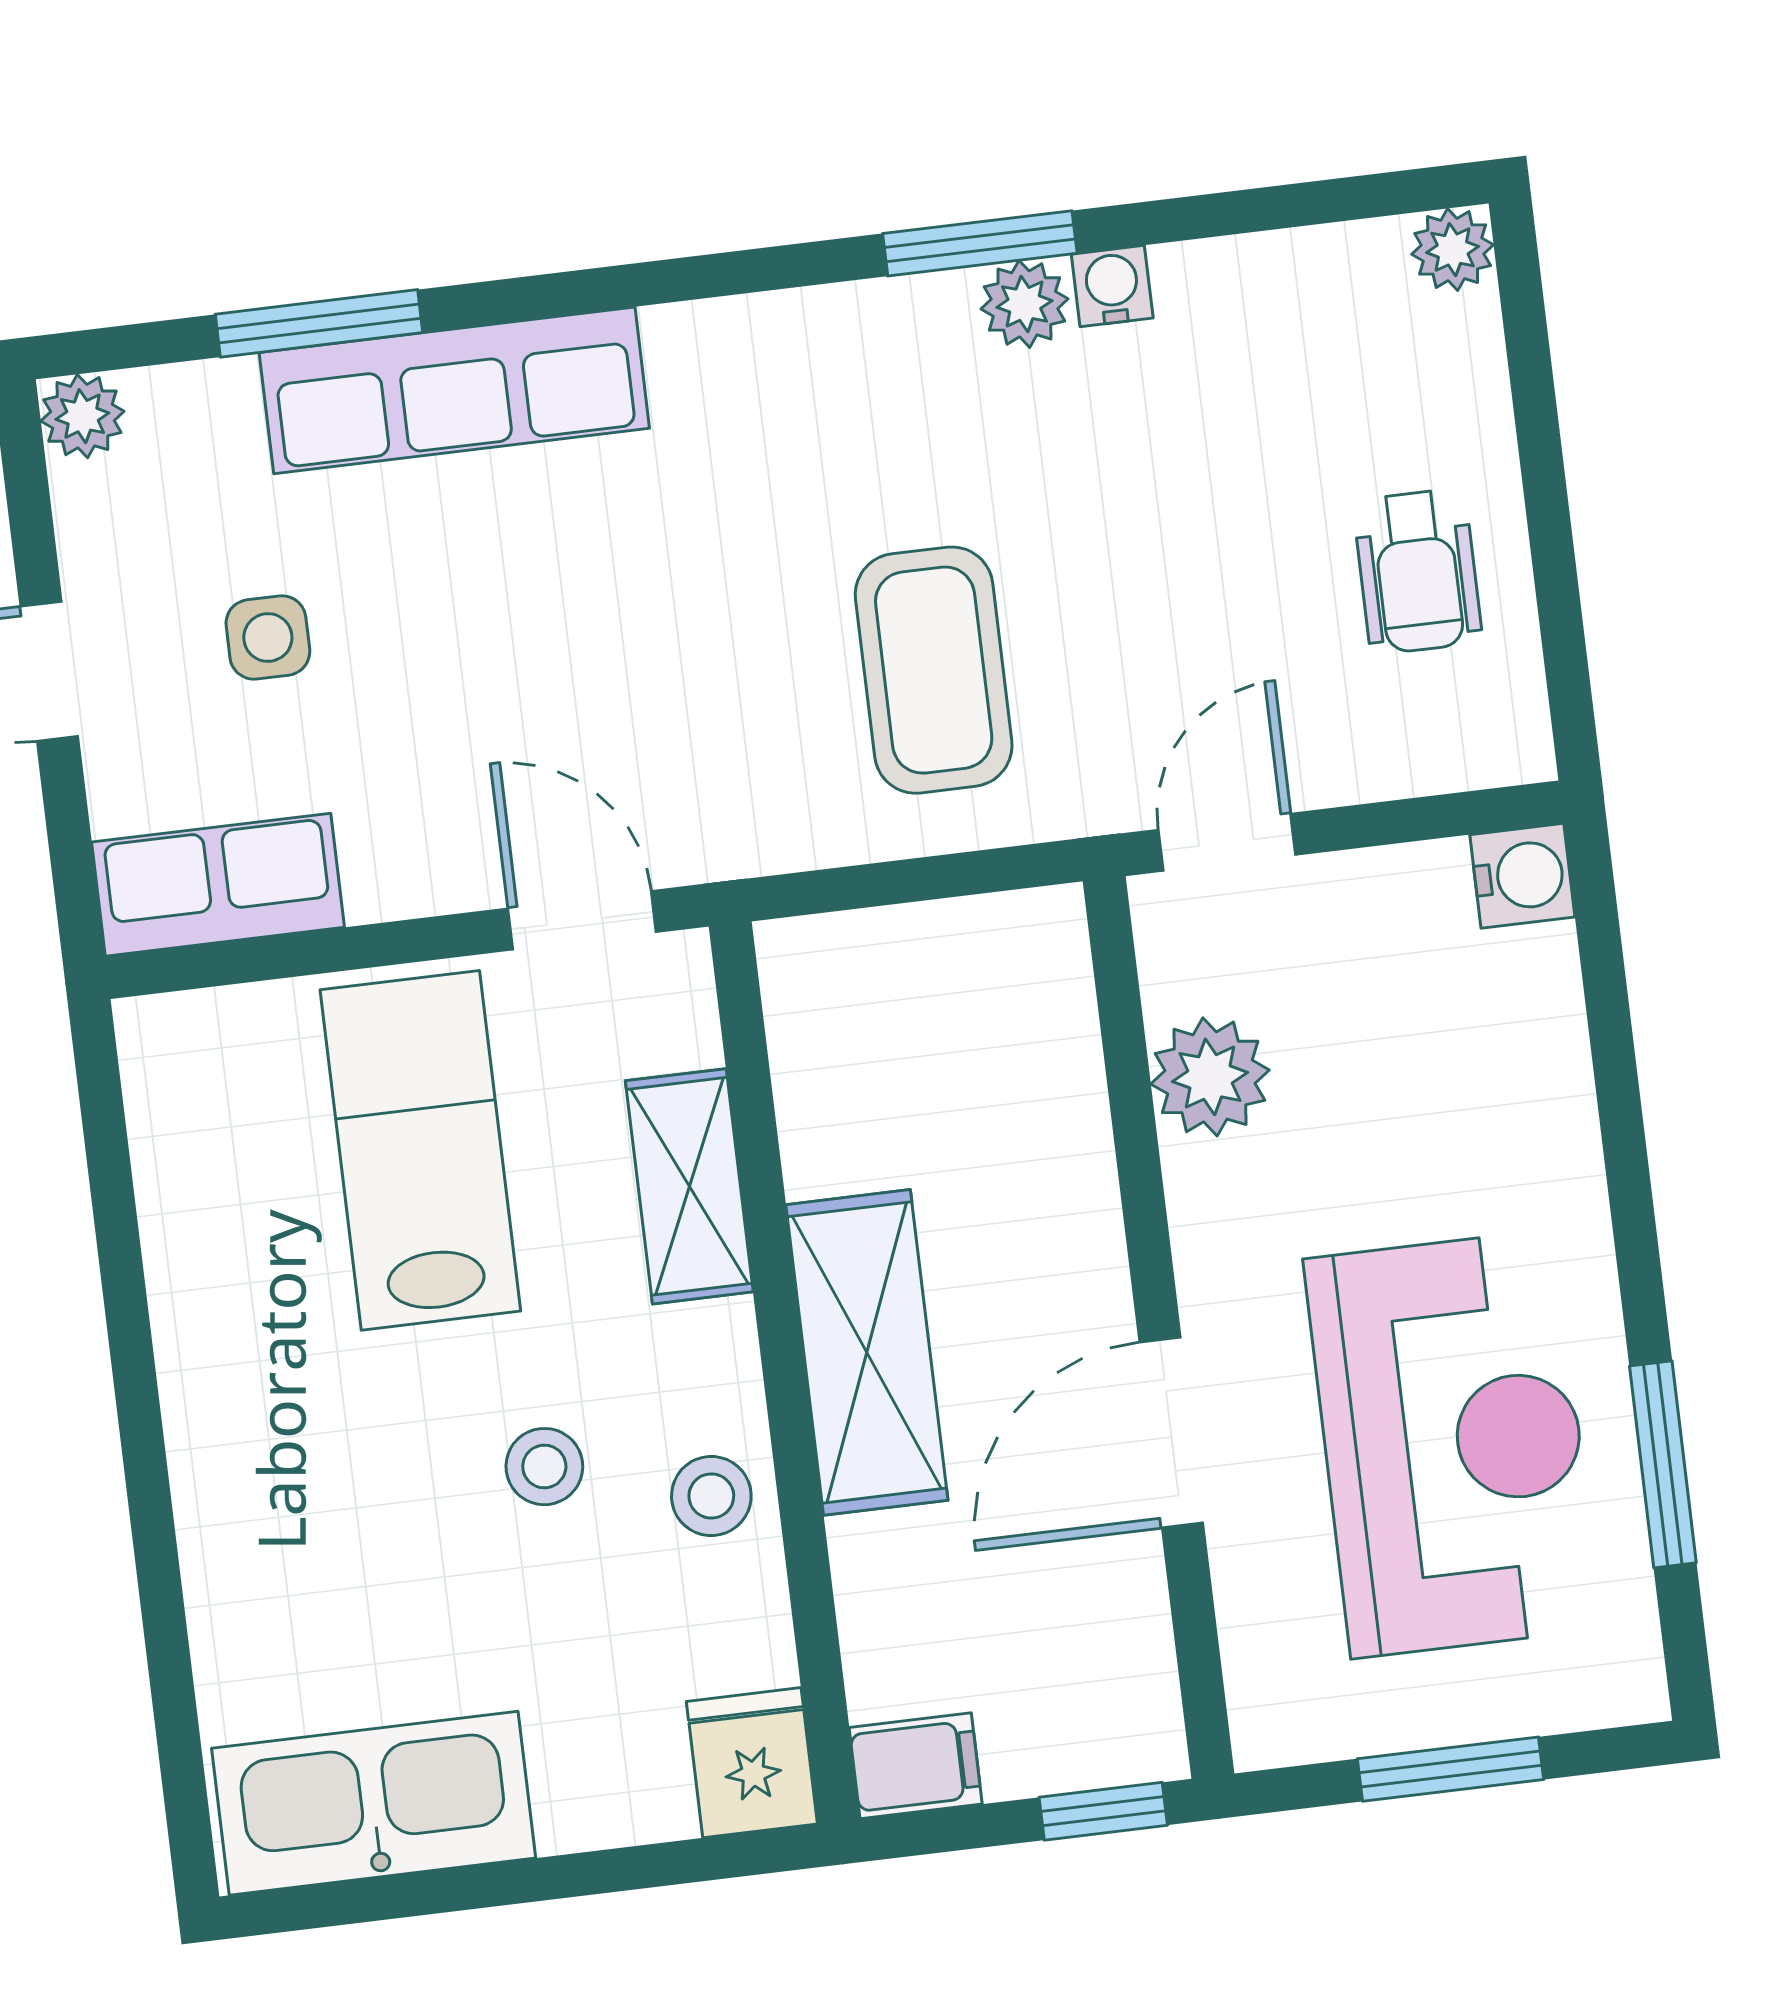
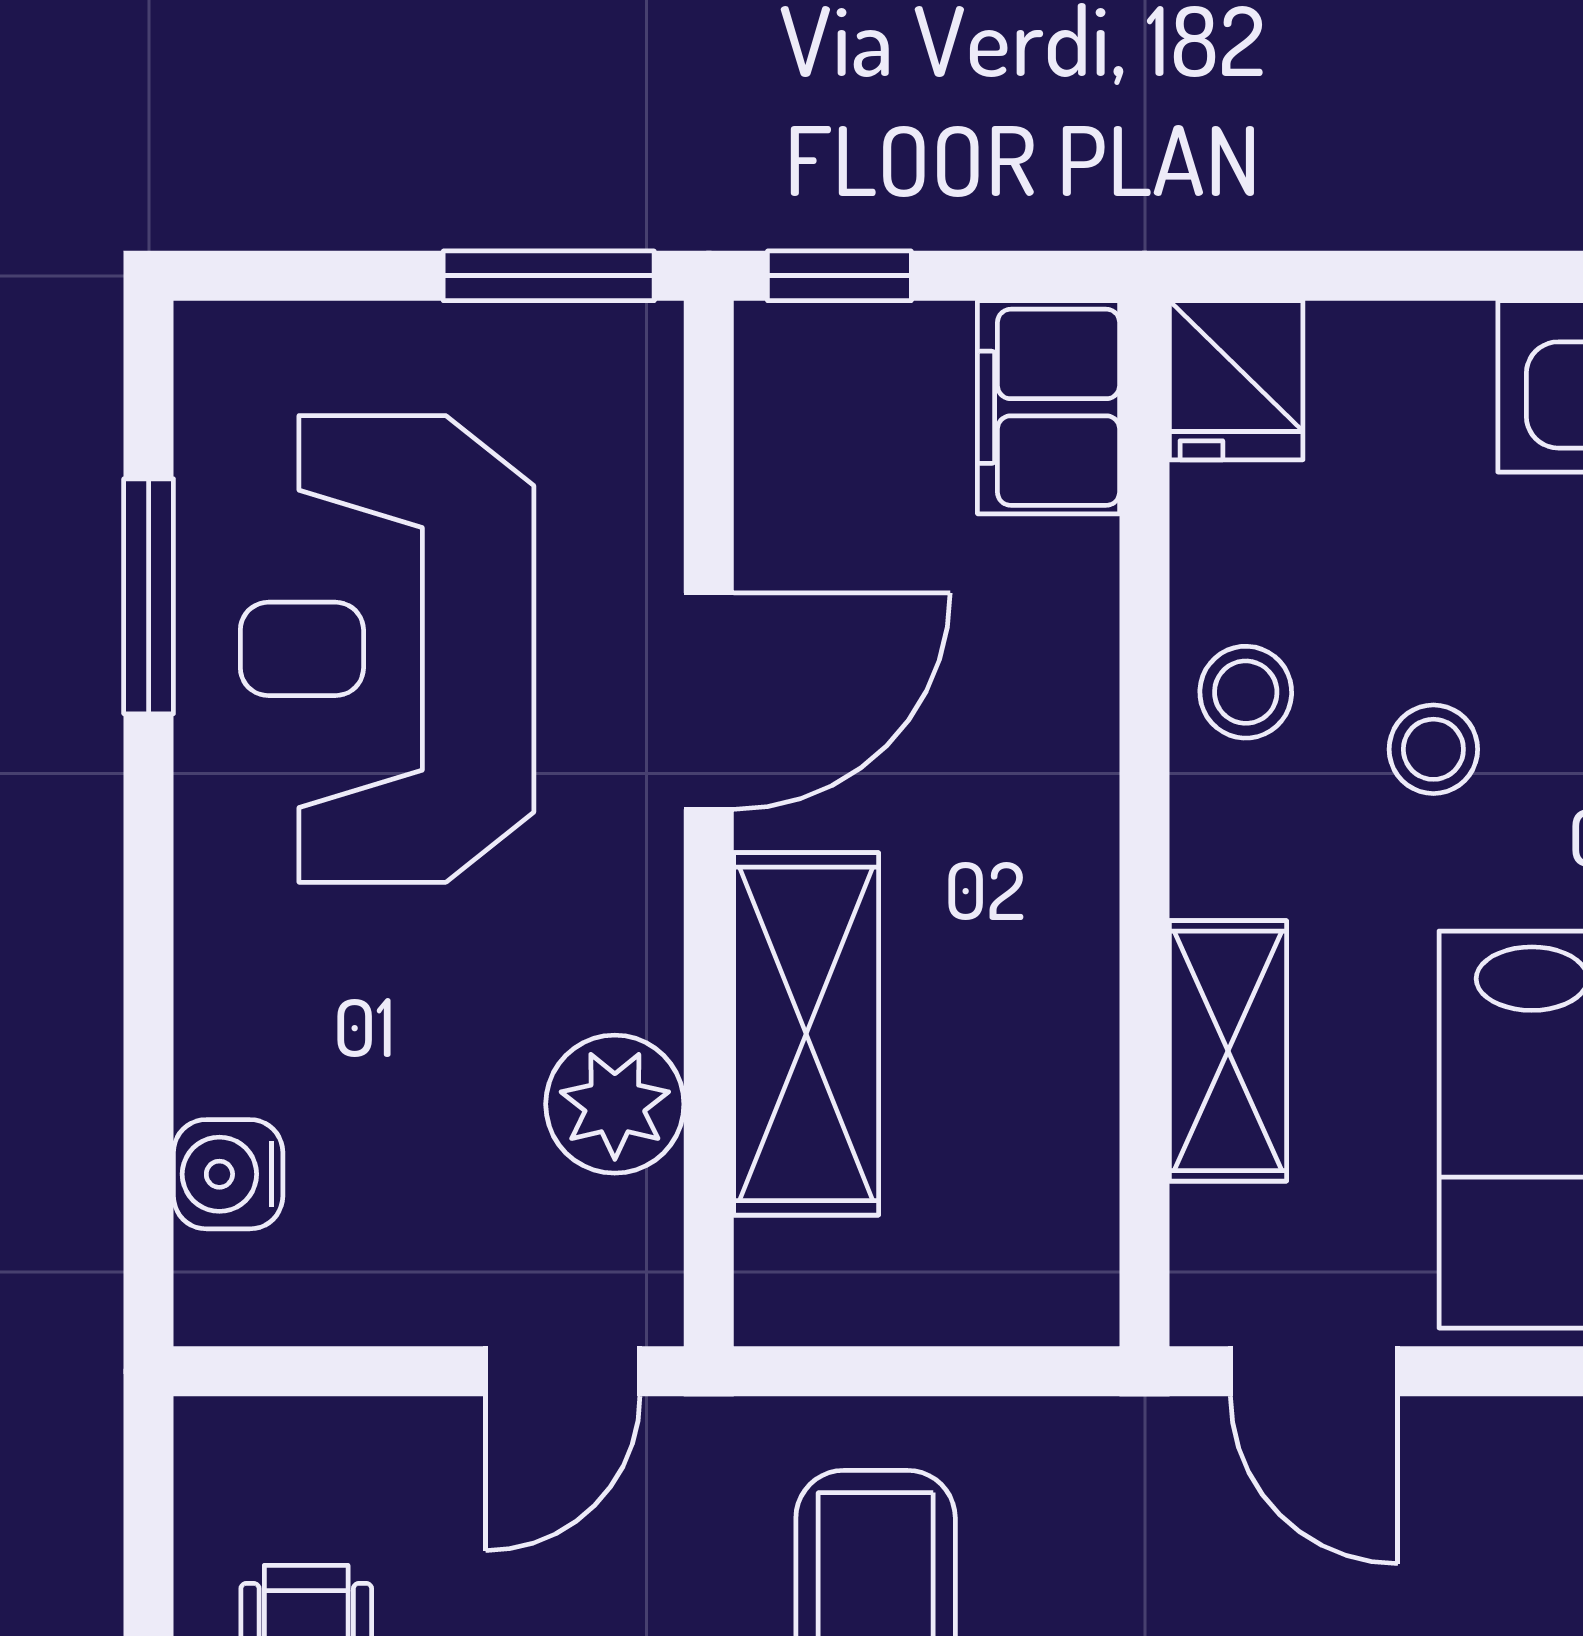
water cooler: (1522, 876) -> (228, 1174), moved
shelving: (867, 1352) -> (806, 1034), moved
filing cabinet: (916, 1766) -> (1049, 407), width x2.00
window: (1451, 1769) -> (549, 276), moved

